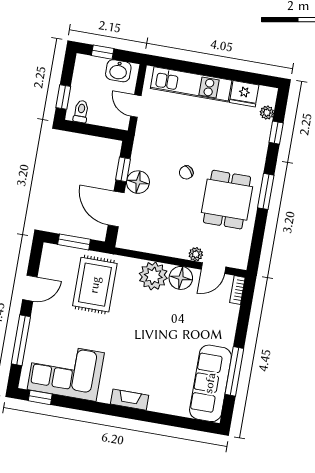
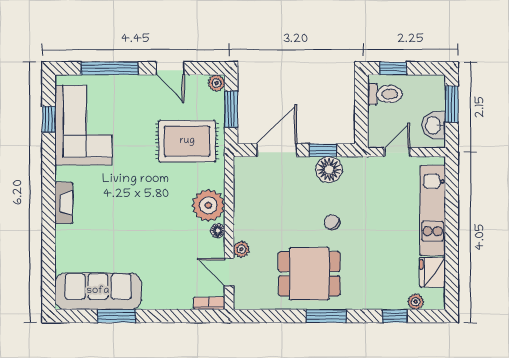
window: (103, 52) -> (452, 104), width x1.50
toilet: (81, 111) -> (385, 94), width x1.37, depth x1.39
floor lamp: (138, 182) -> (329, 170), moved
plant: (50, 251) -> (216, 83), added
floor lamp: (181, 278) -> (218, 231), width x0.53, depth x0.53
window: (234, 371) -> (116, 316), width x0.69
window: (40, 397) -> (49, 119), moved

